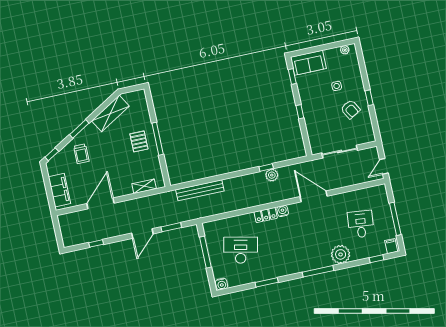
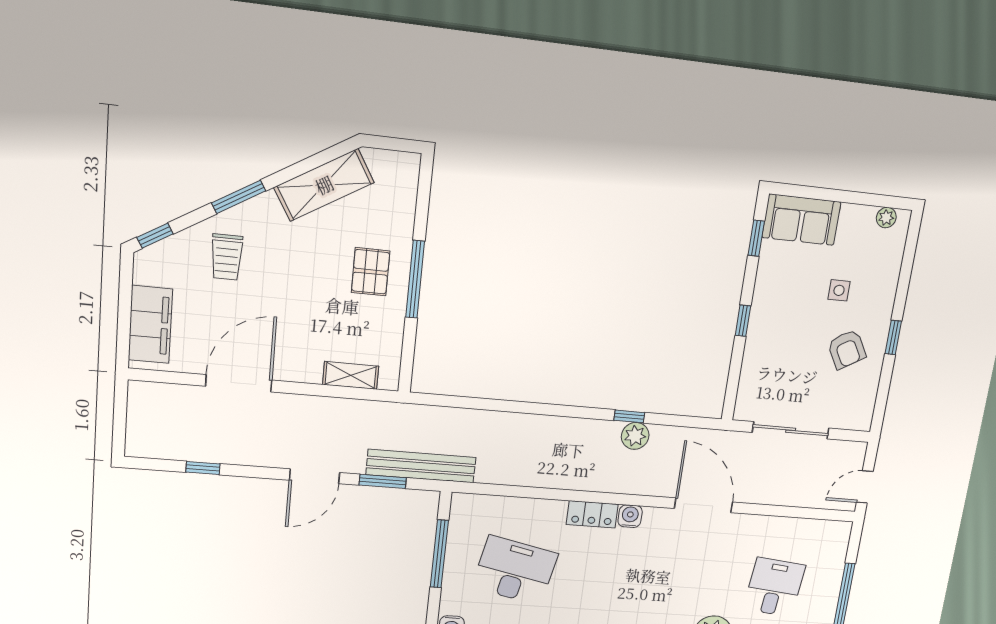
bench: (200, 190) -> (421, 466), moved

